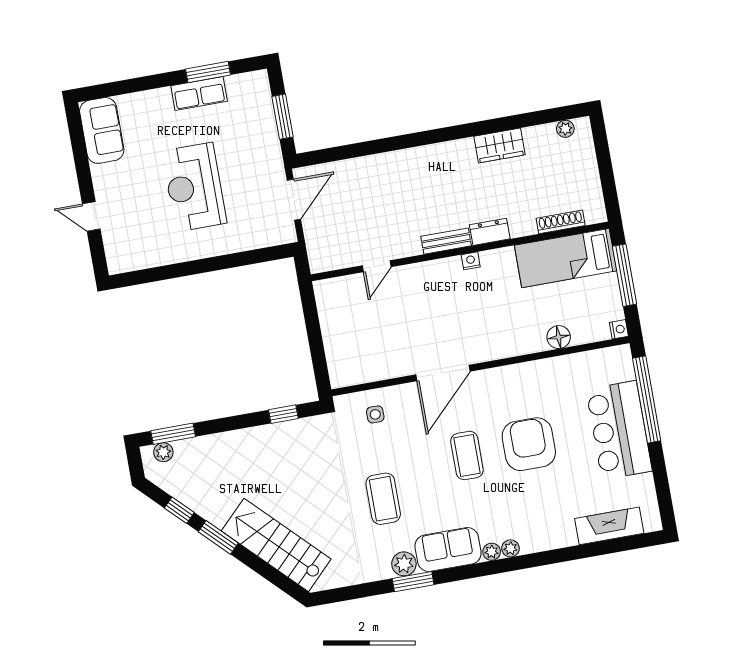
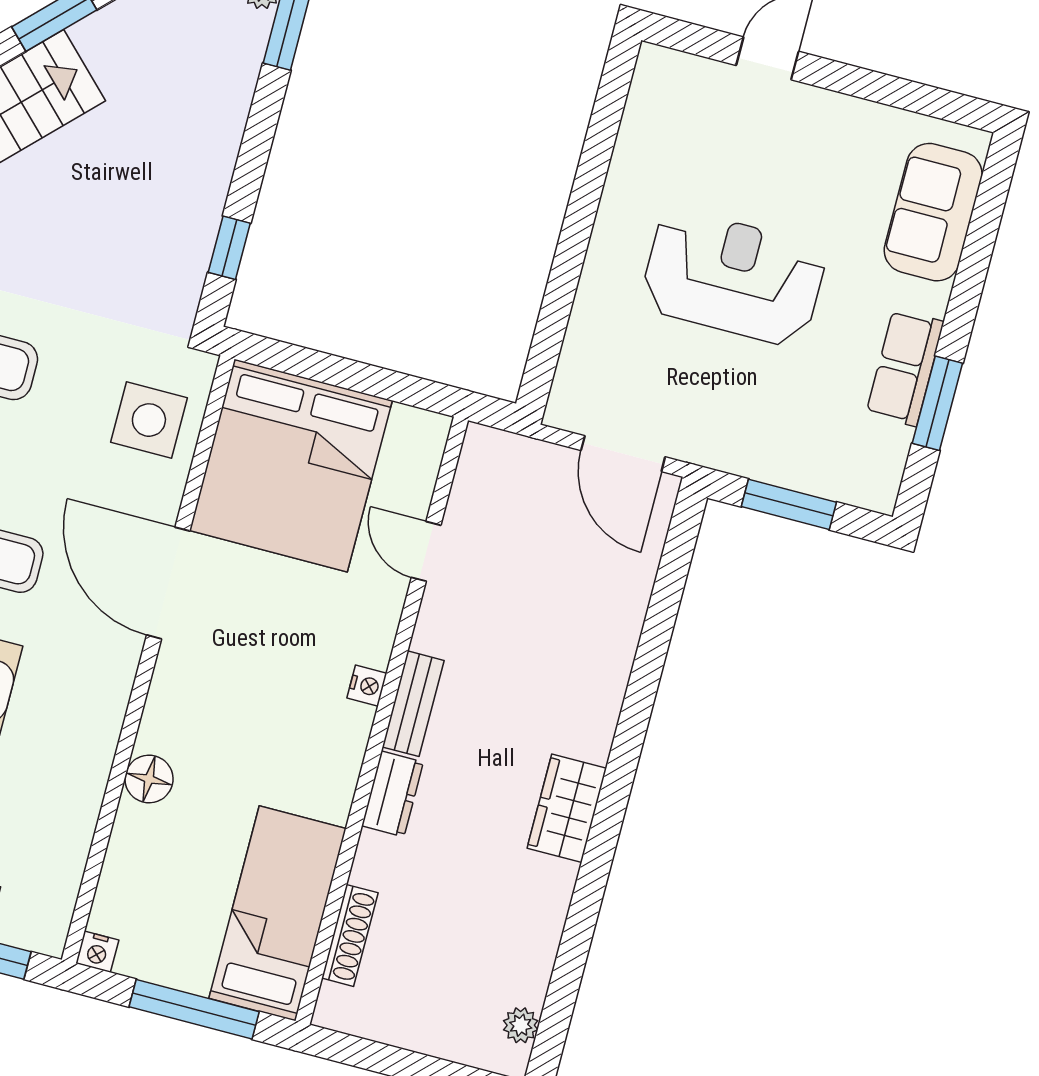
sofa: (102, 130) -> (933, 212), moved, turned 90
wardrobe: (500, 146) -> (567, 808), moved
nightstand: (471, 261) -> (367, 686), moved
floor lamp: (559, 337) -> (149, 779), moved
bed: (366, 343) -> (291, 466), added
side table: (375, 414) -> (149, 420), width x1.87, depth x1.87

